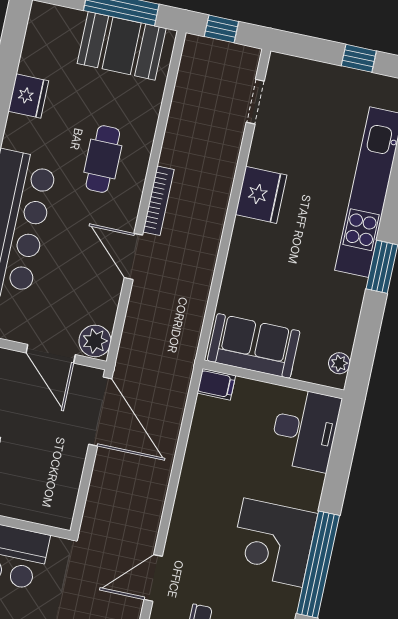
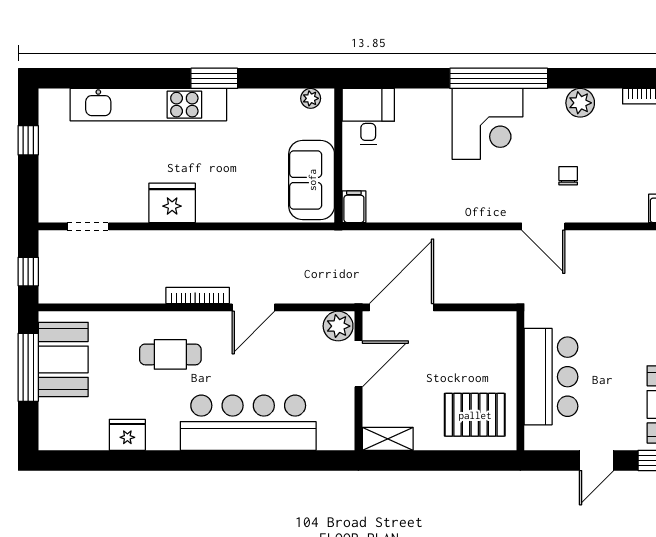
desk: (305, 430) -> (368, 117), width x0.73

